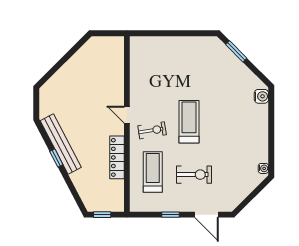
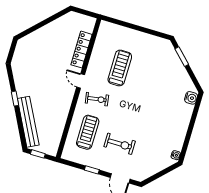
treadmill: (189, 122) -> (120, 68), moved
bench: (61, 144) -> (28, 122), moved
locker: (117, 157) -> (81, 50), moved

